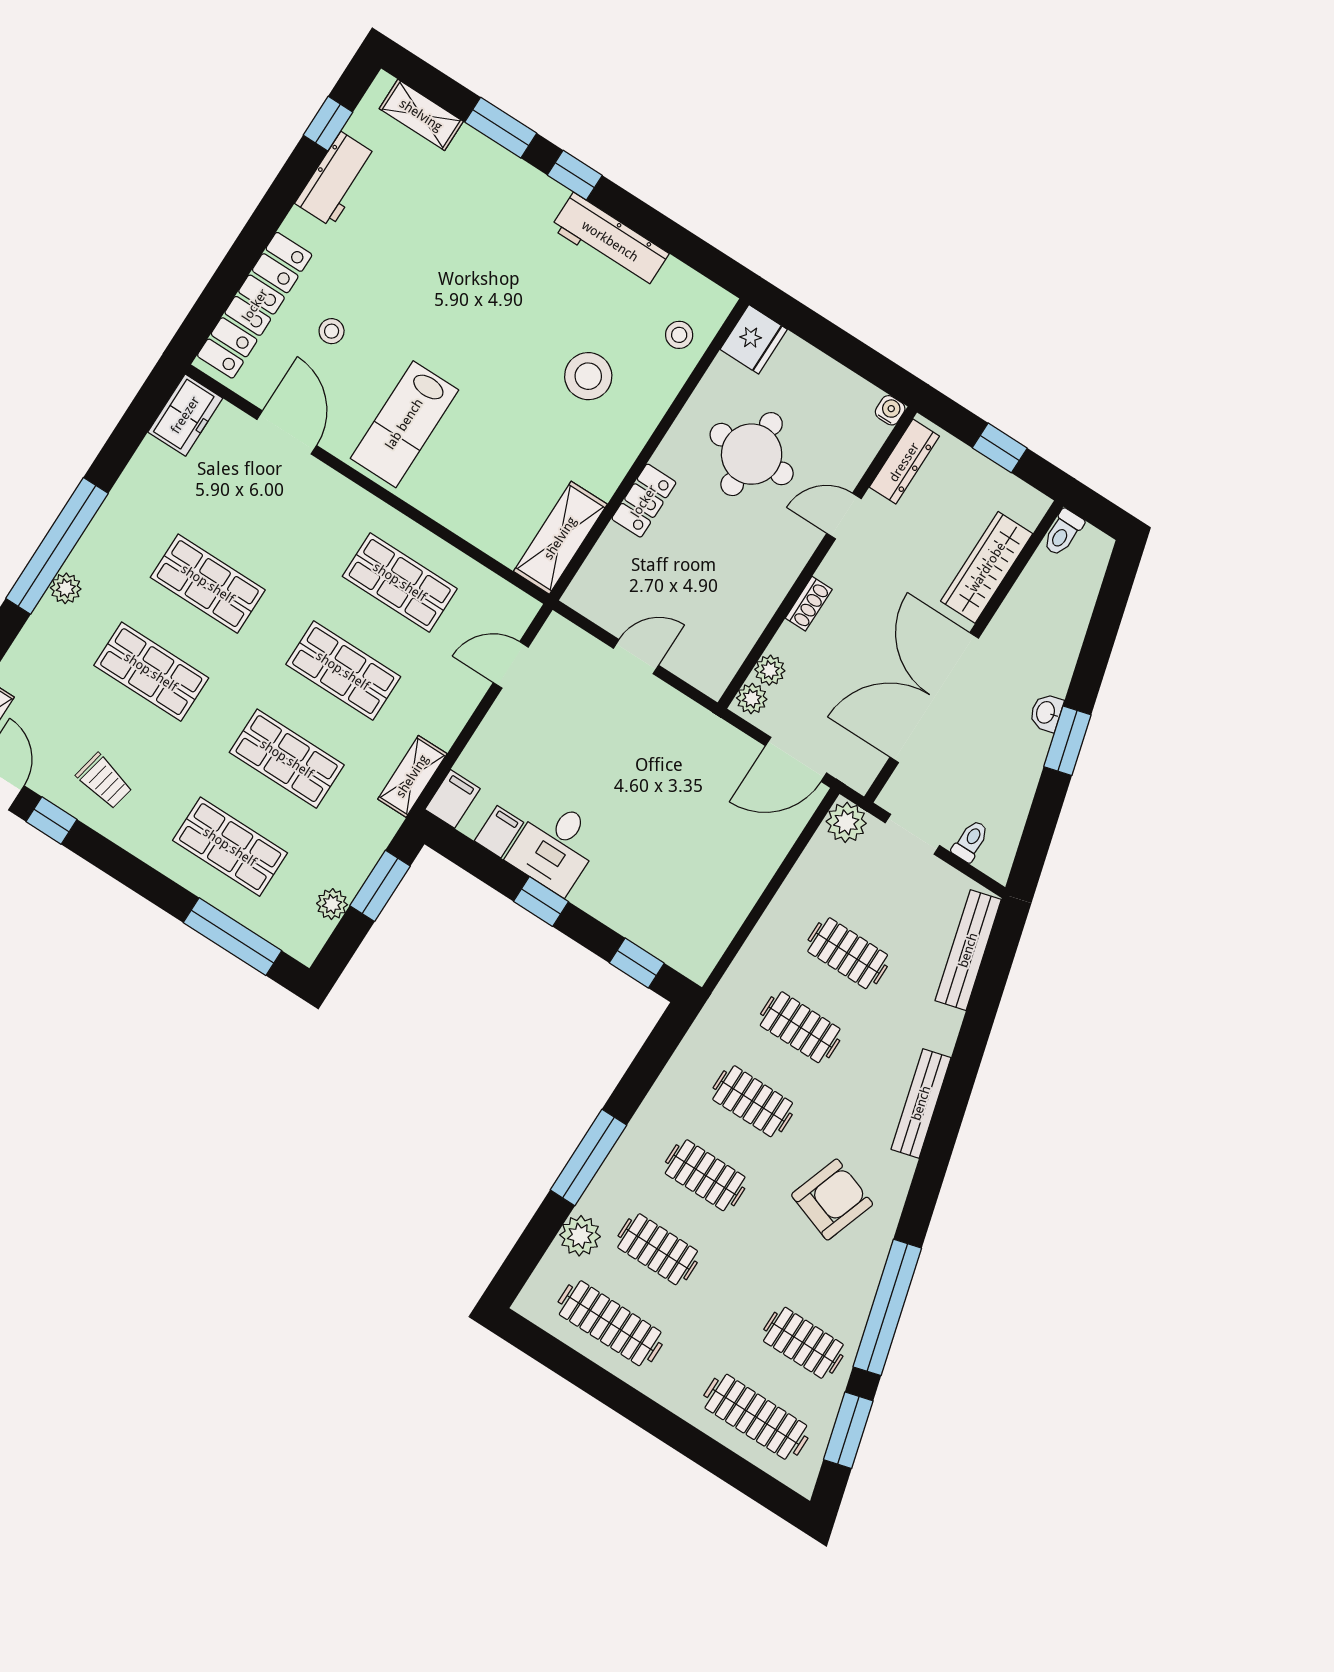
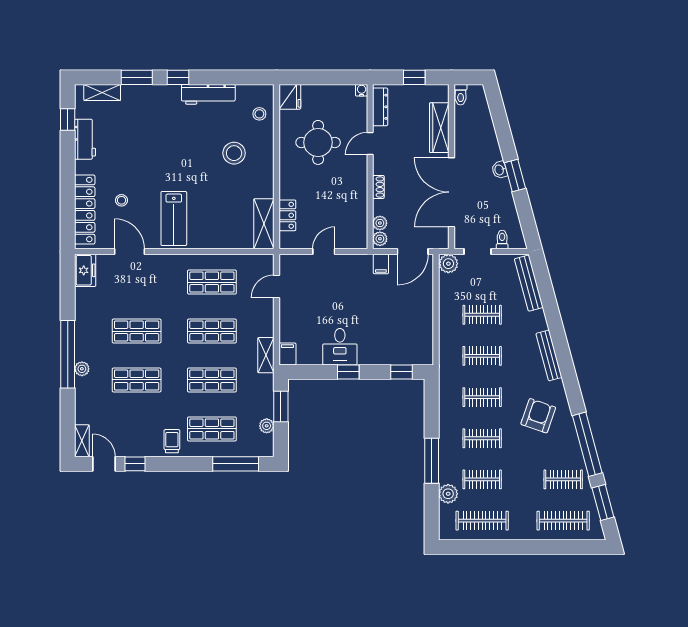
locker: (644, 501) -> (287, 215), moved
trolley: (104, 781) -> (172, 441), moved, turned -102
filing cabinet: (499, 832) -> (381, 264), moved, turned 180

